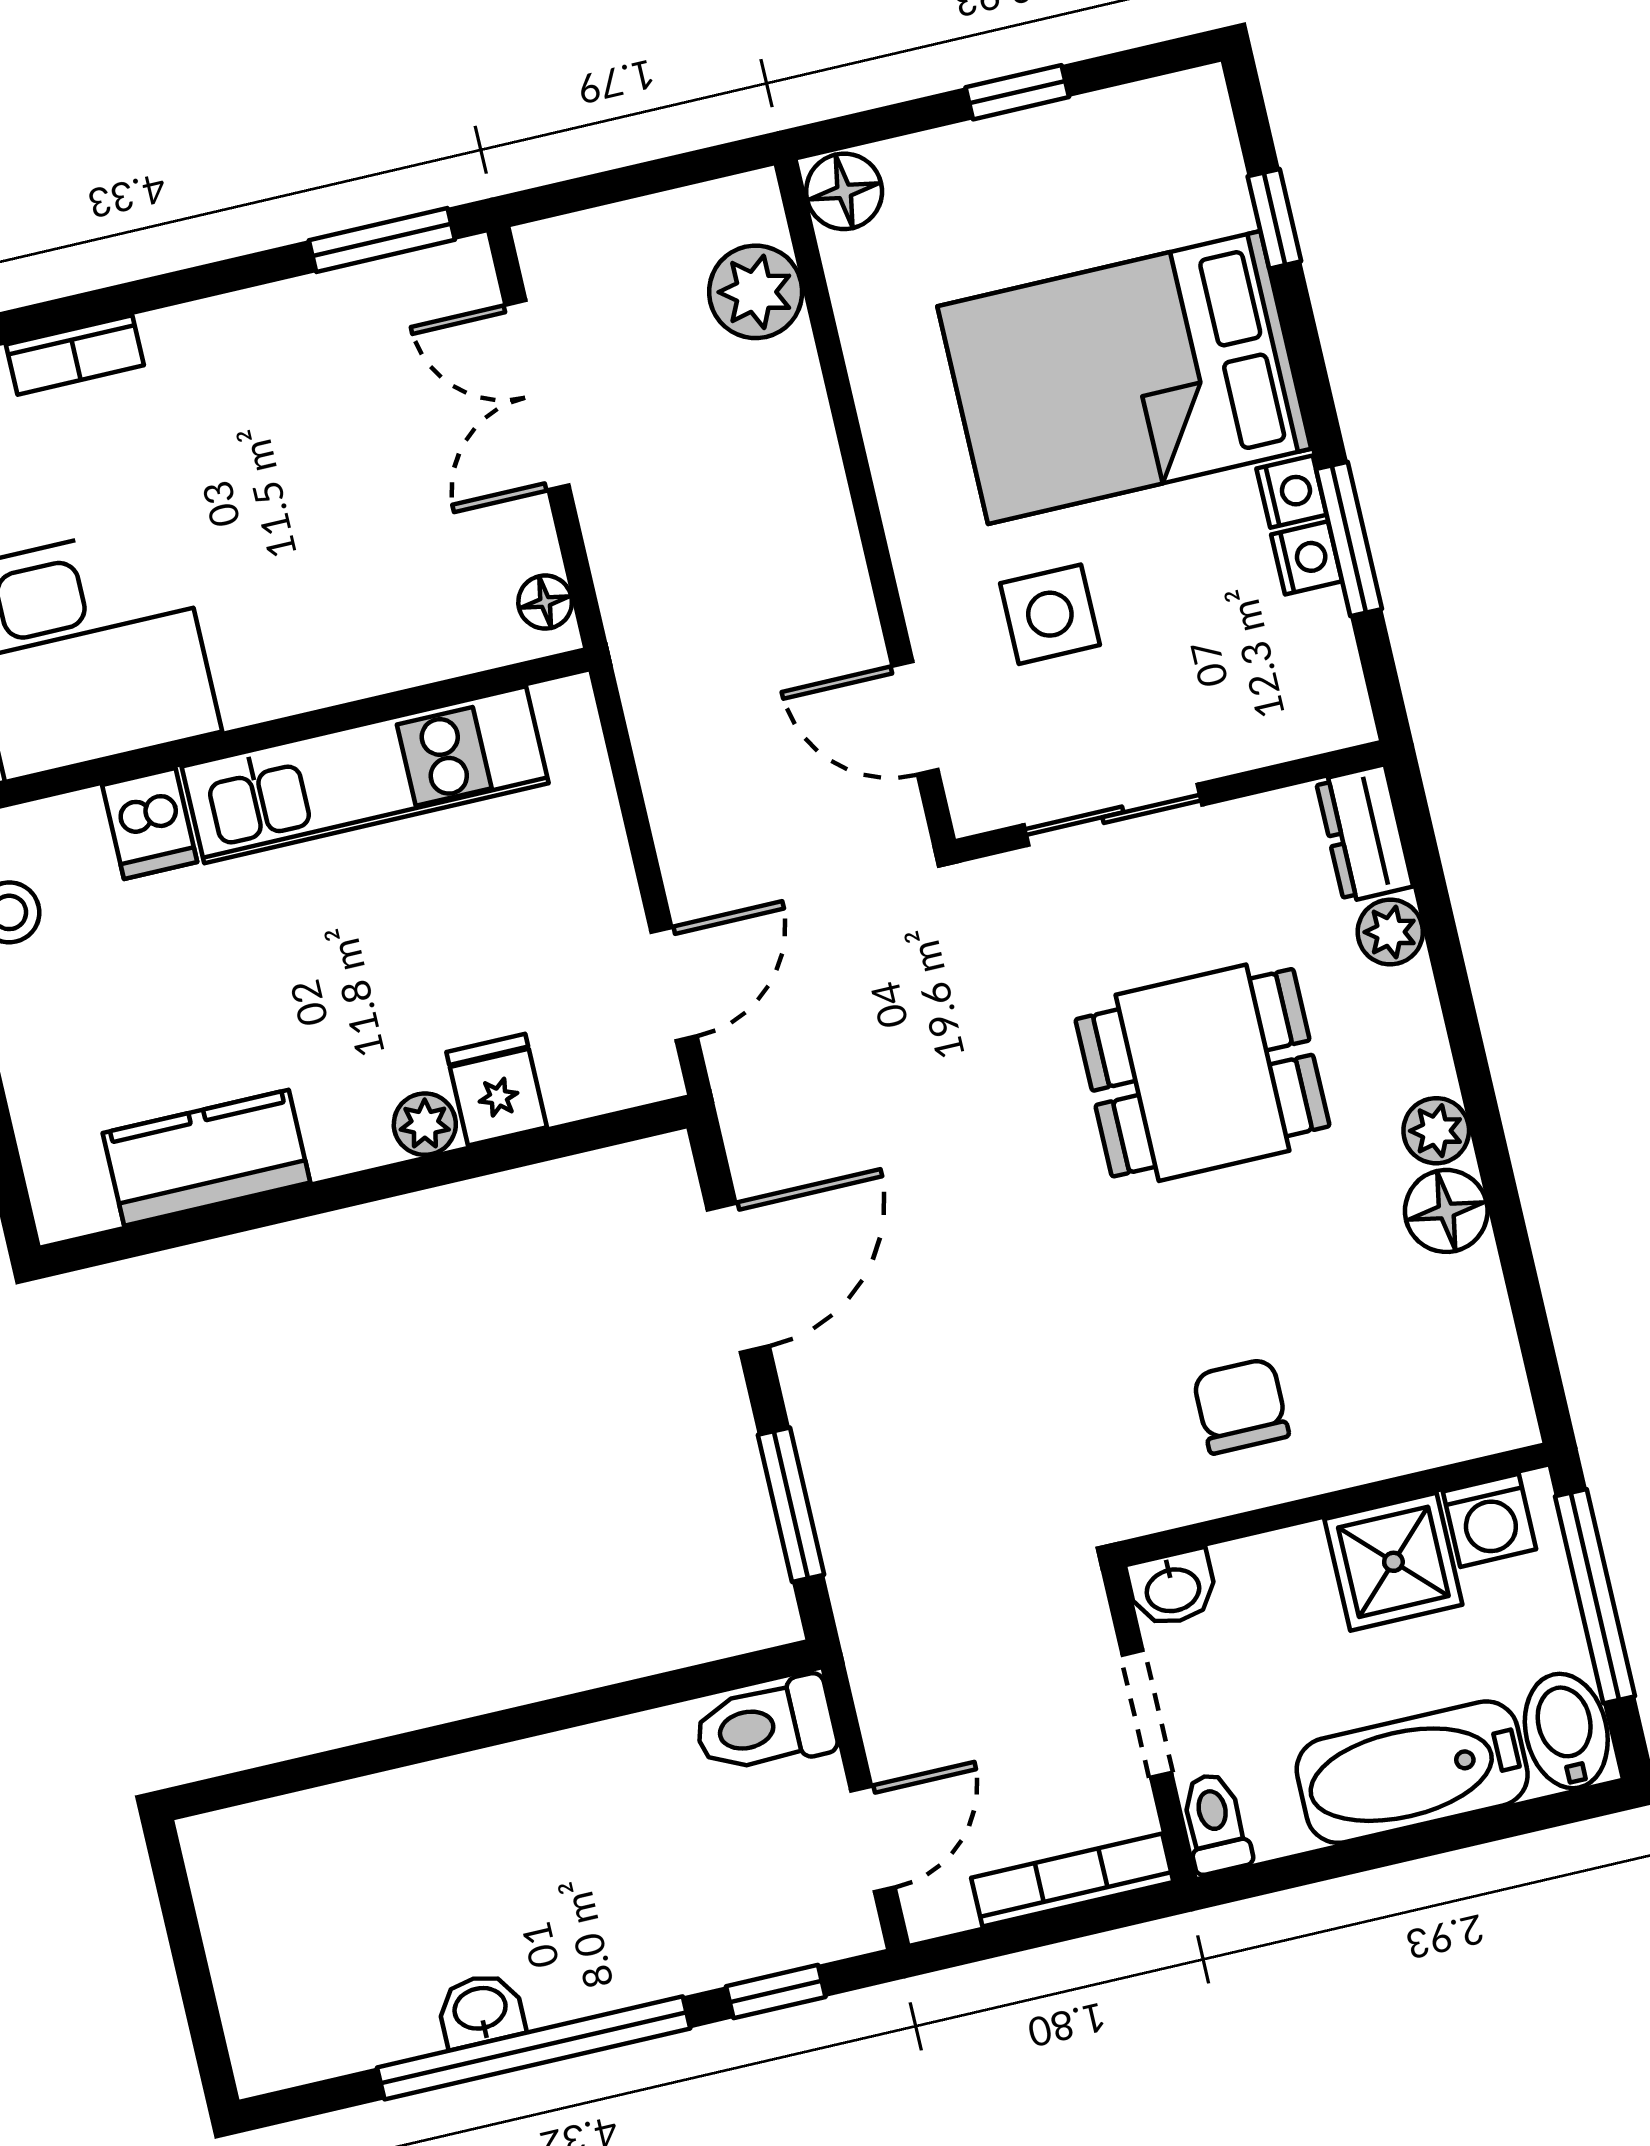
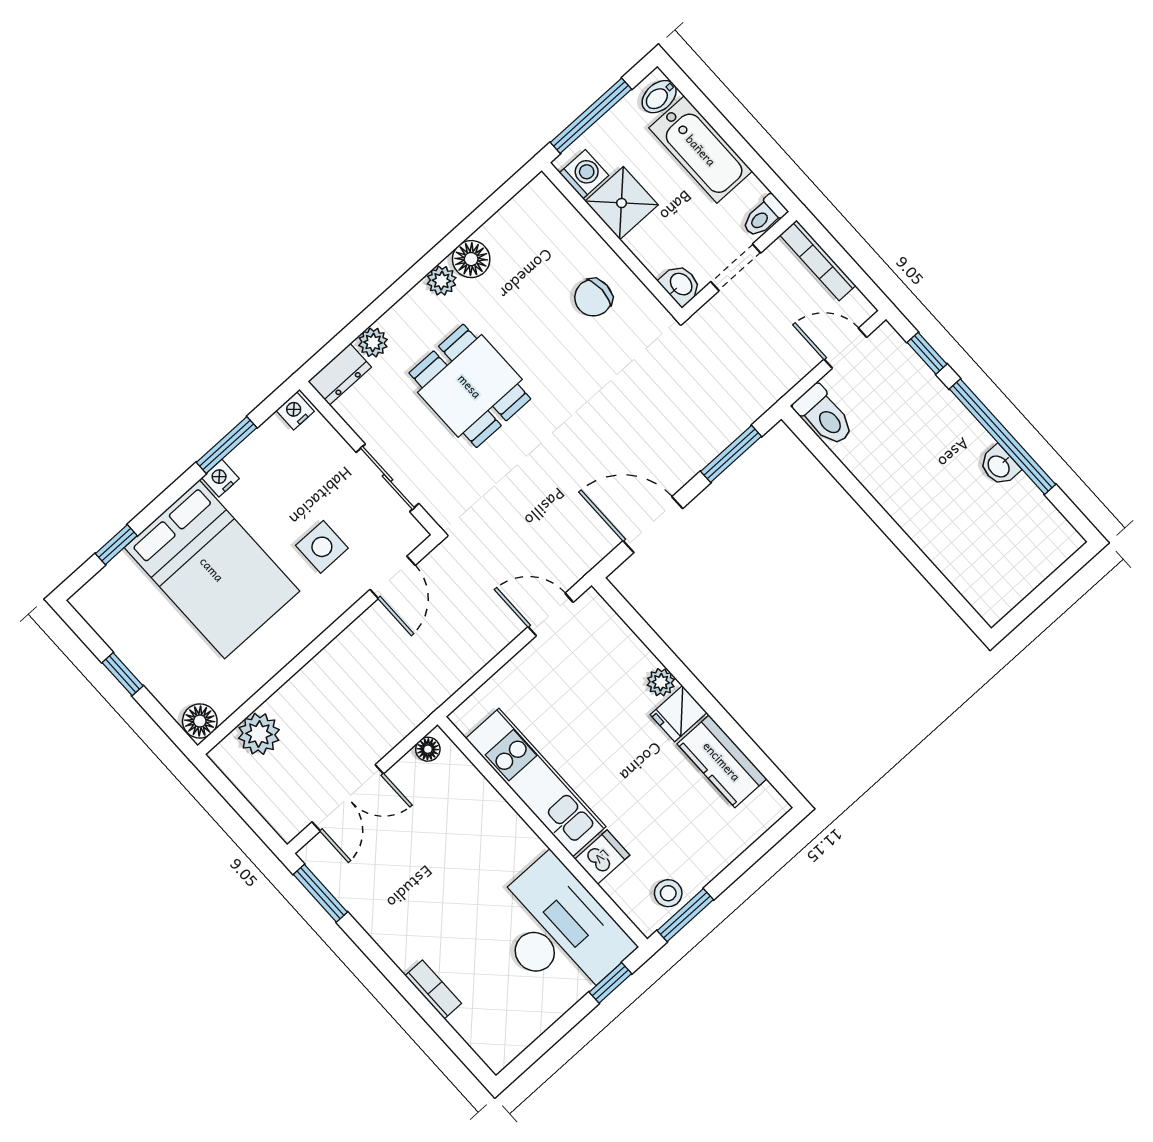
nightstand: (1307, 558) -> (295, 411), moved
fridge: (497, 1090) -> (679, 714), moved
bidet: (1566, 1731) -> (659, 97), width x0.72, depth x0.74

